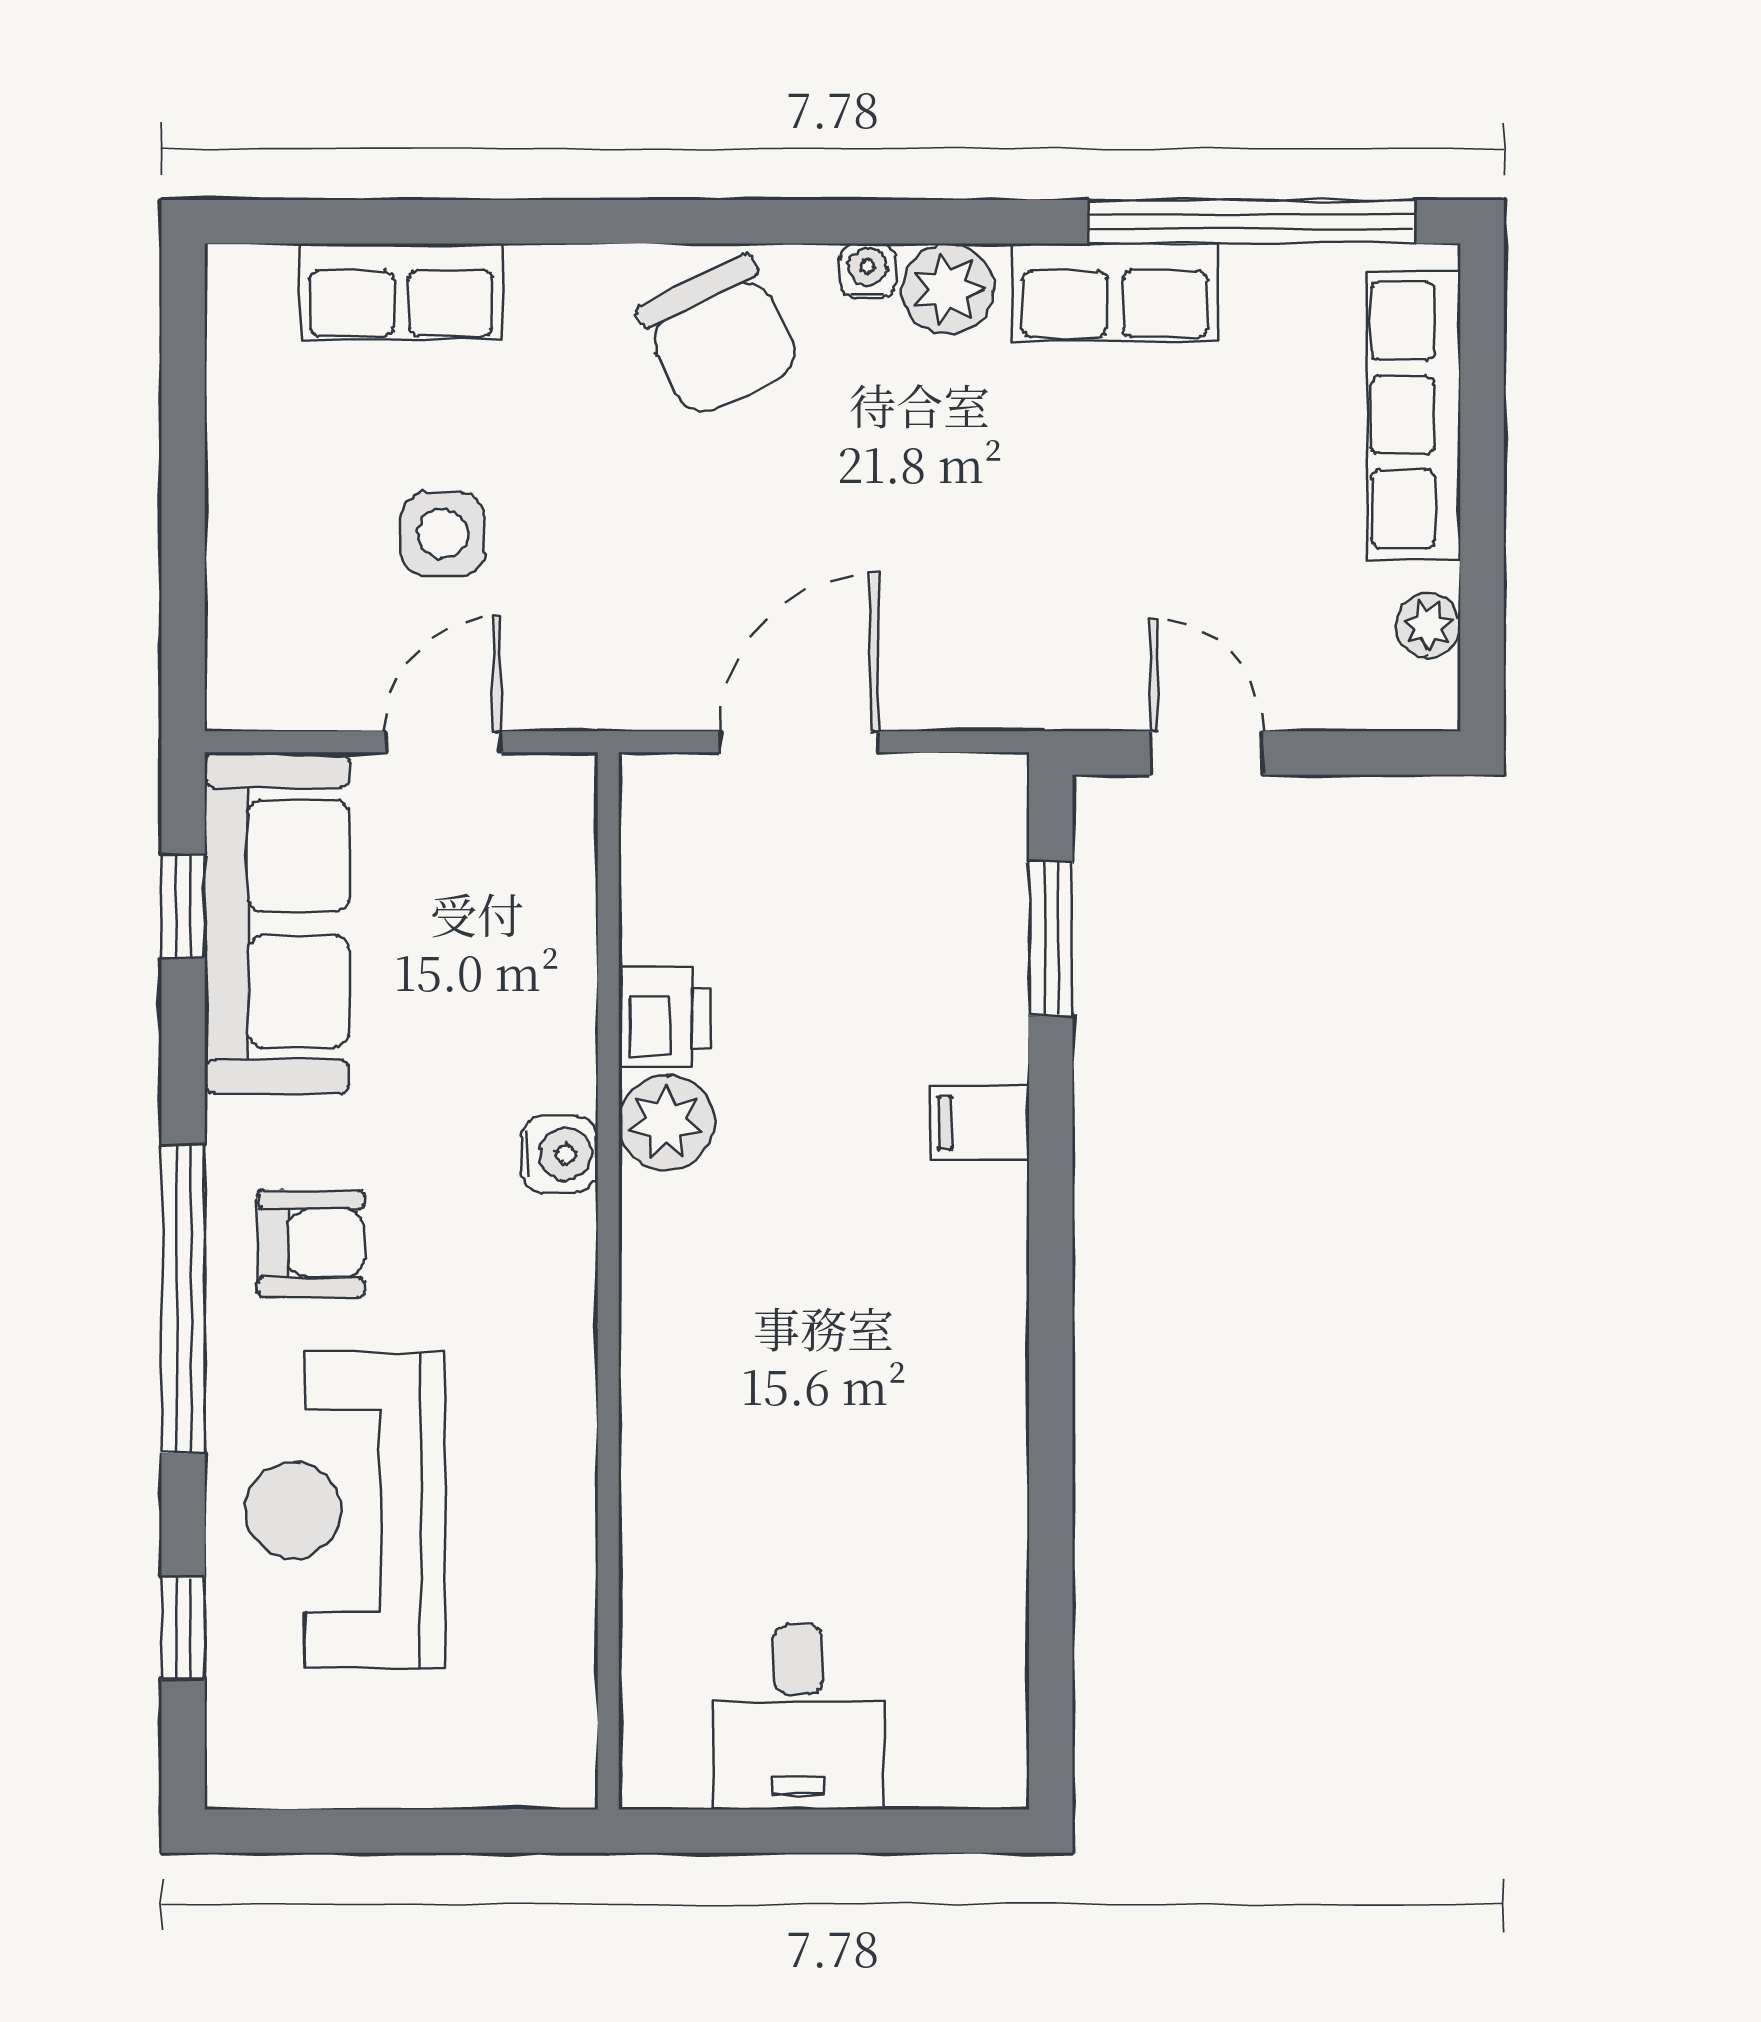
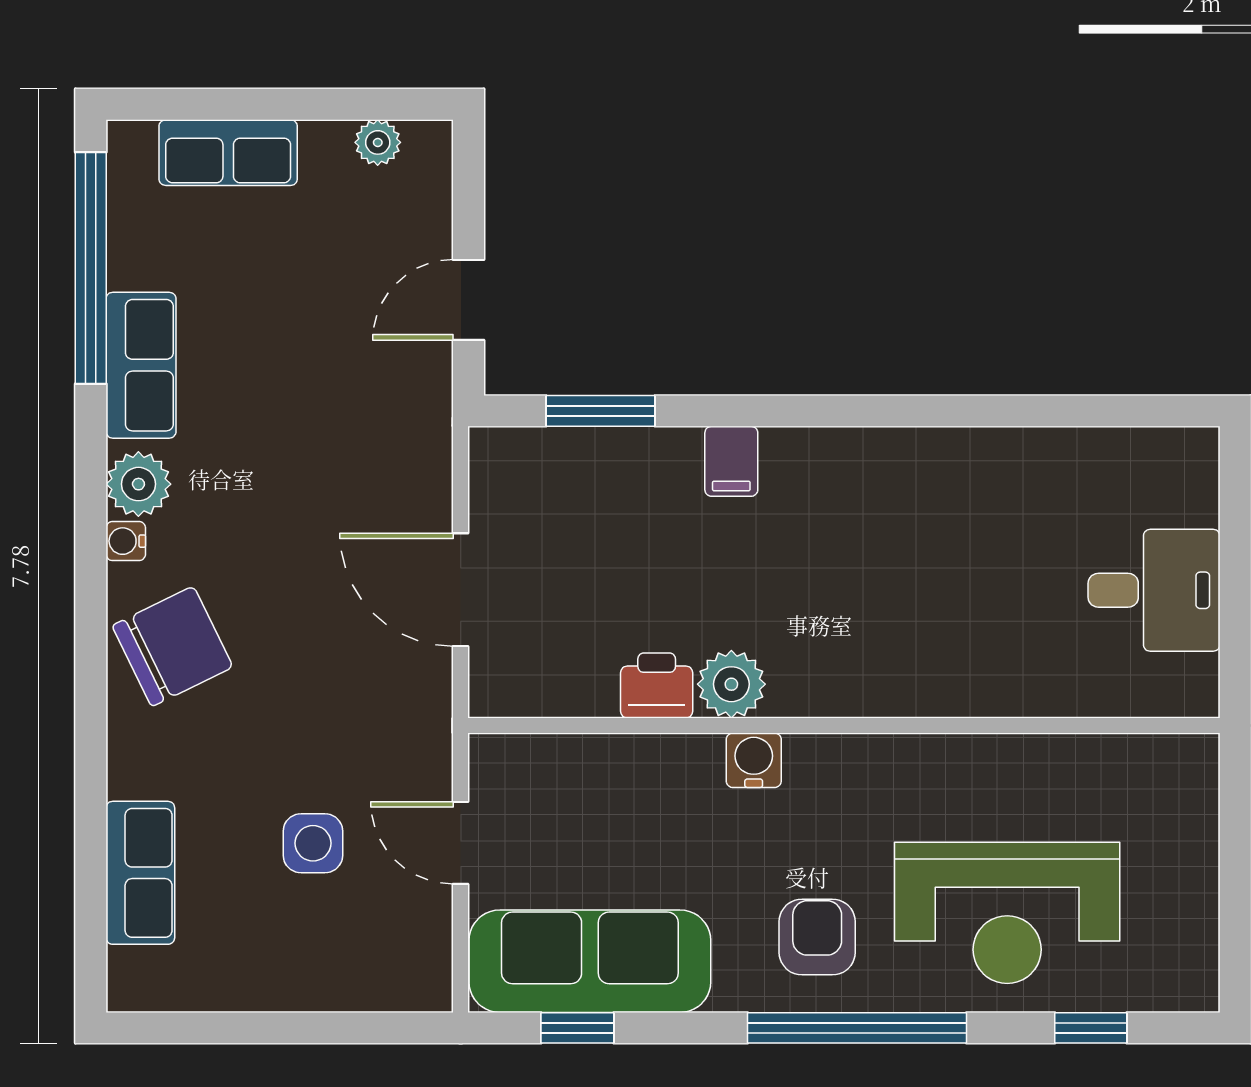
row of seats: (1414, 415) -> (228, 153), width x0.68

